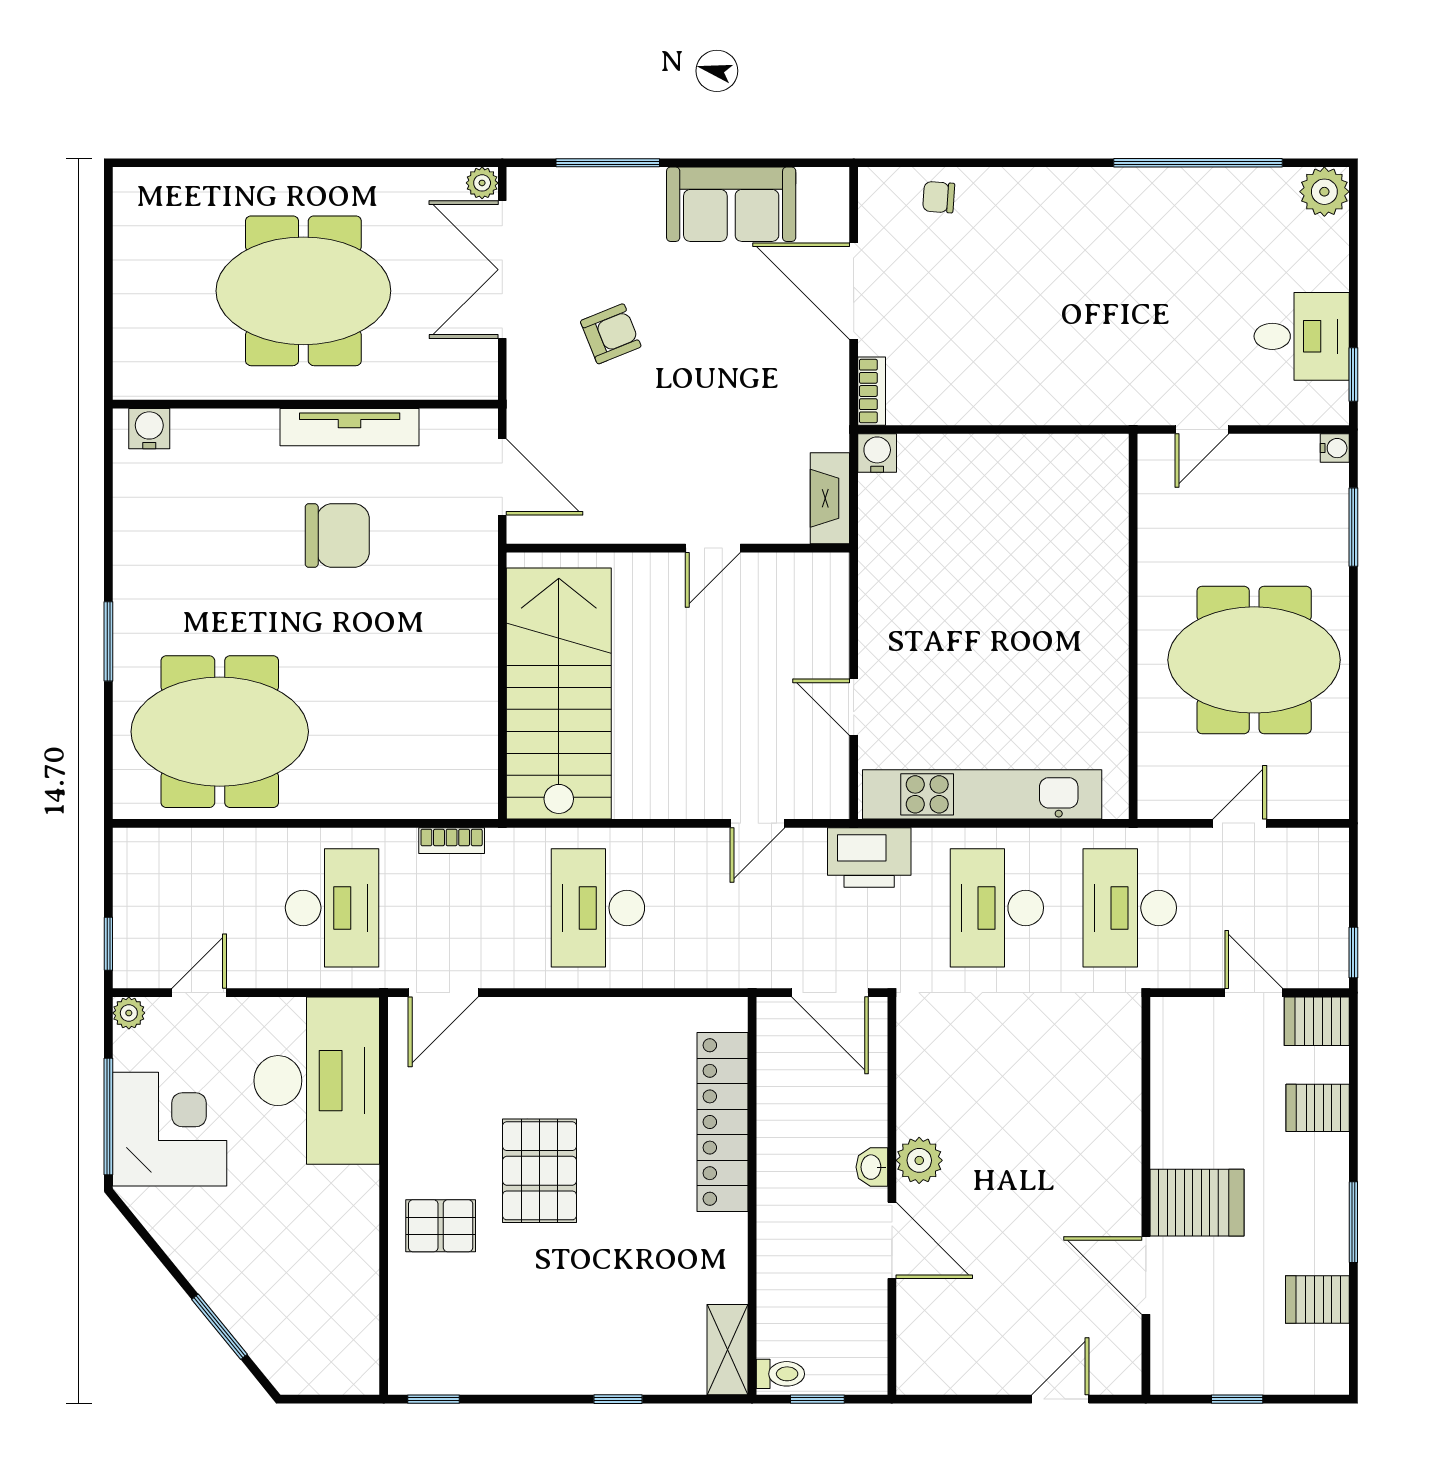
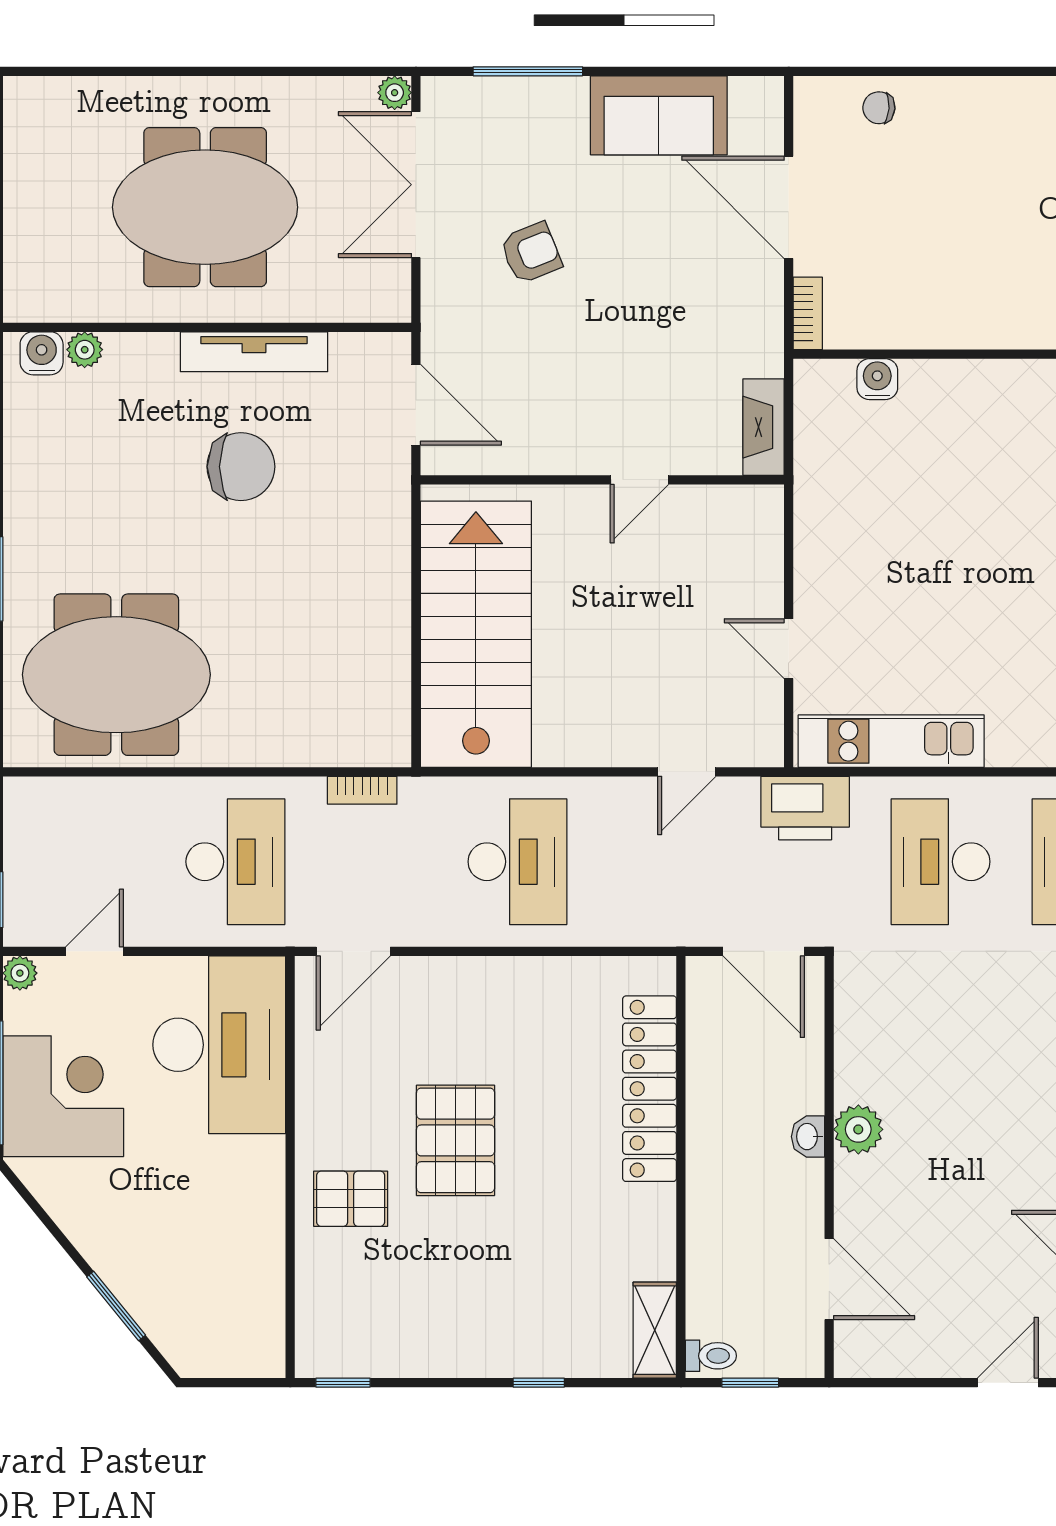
plant: (190, 425) -> (85, 350), added
water cooler: (877, 453) -> (877, 379), moved
kitchen unit: (982, 794) -> (891, 741), width x0.73
desk: (598, 908) -> (517, 862), turned 180
door: (892, 1240) -> (829, 1279), moved

